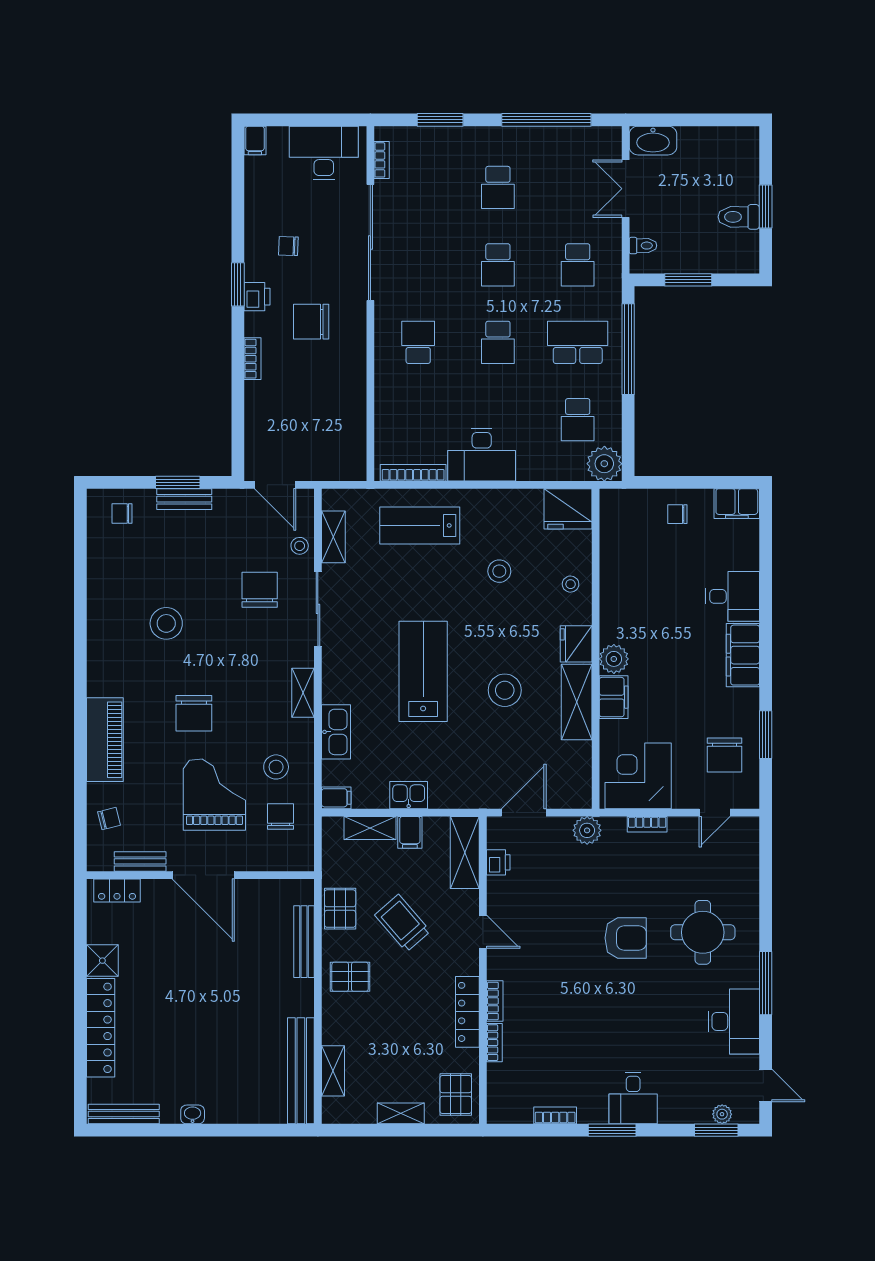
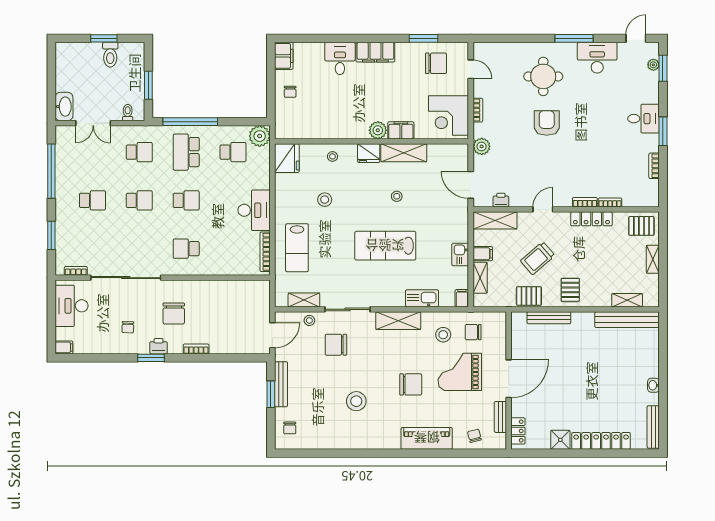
bench: (184, 499) -> (281, 384), width x1.36
stool: (505, 690) -> (397, 196), width x0.53, depth x0.53
shelving: (303, 693) -> (398, 321), width x1.50, depth x1.33

